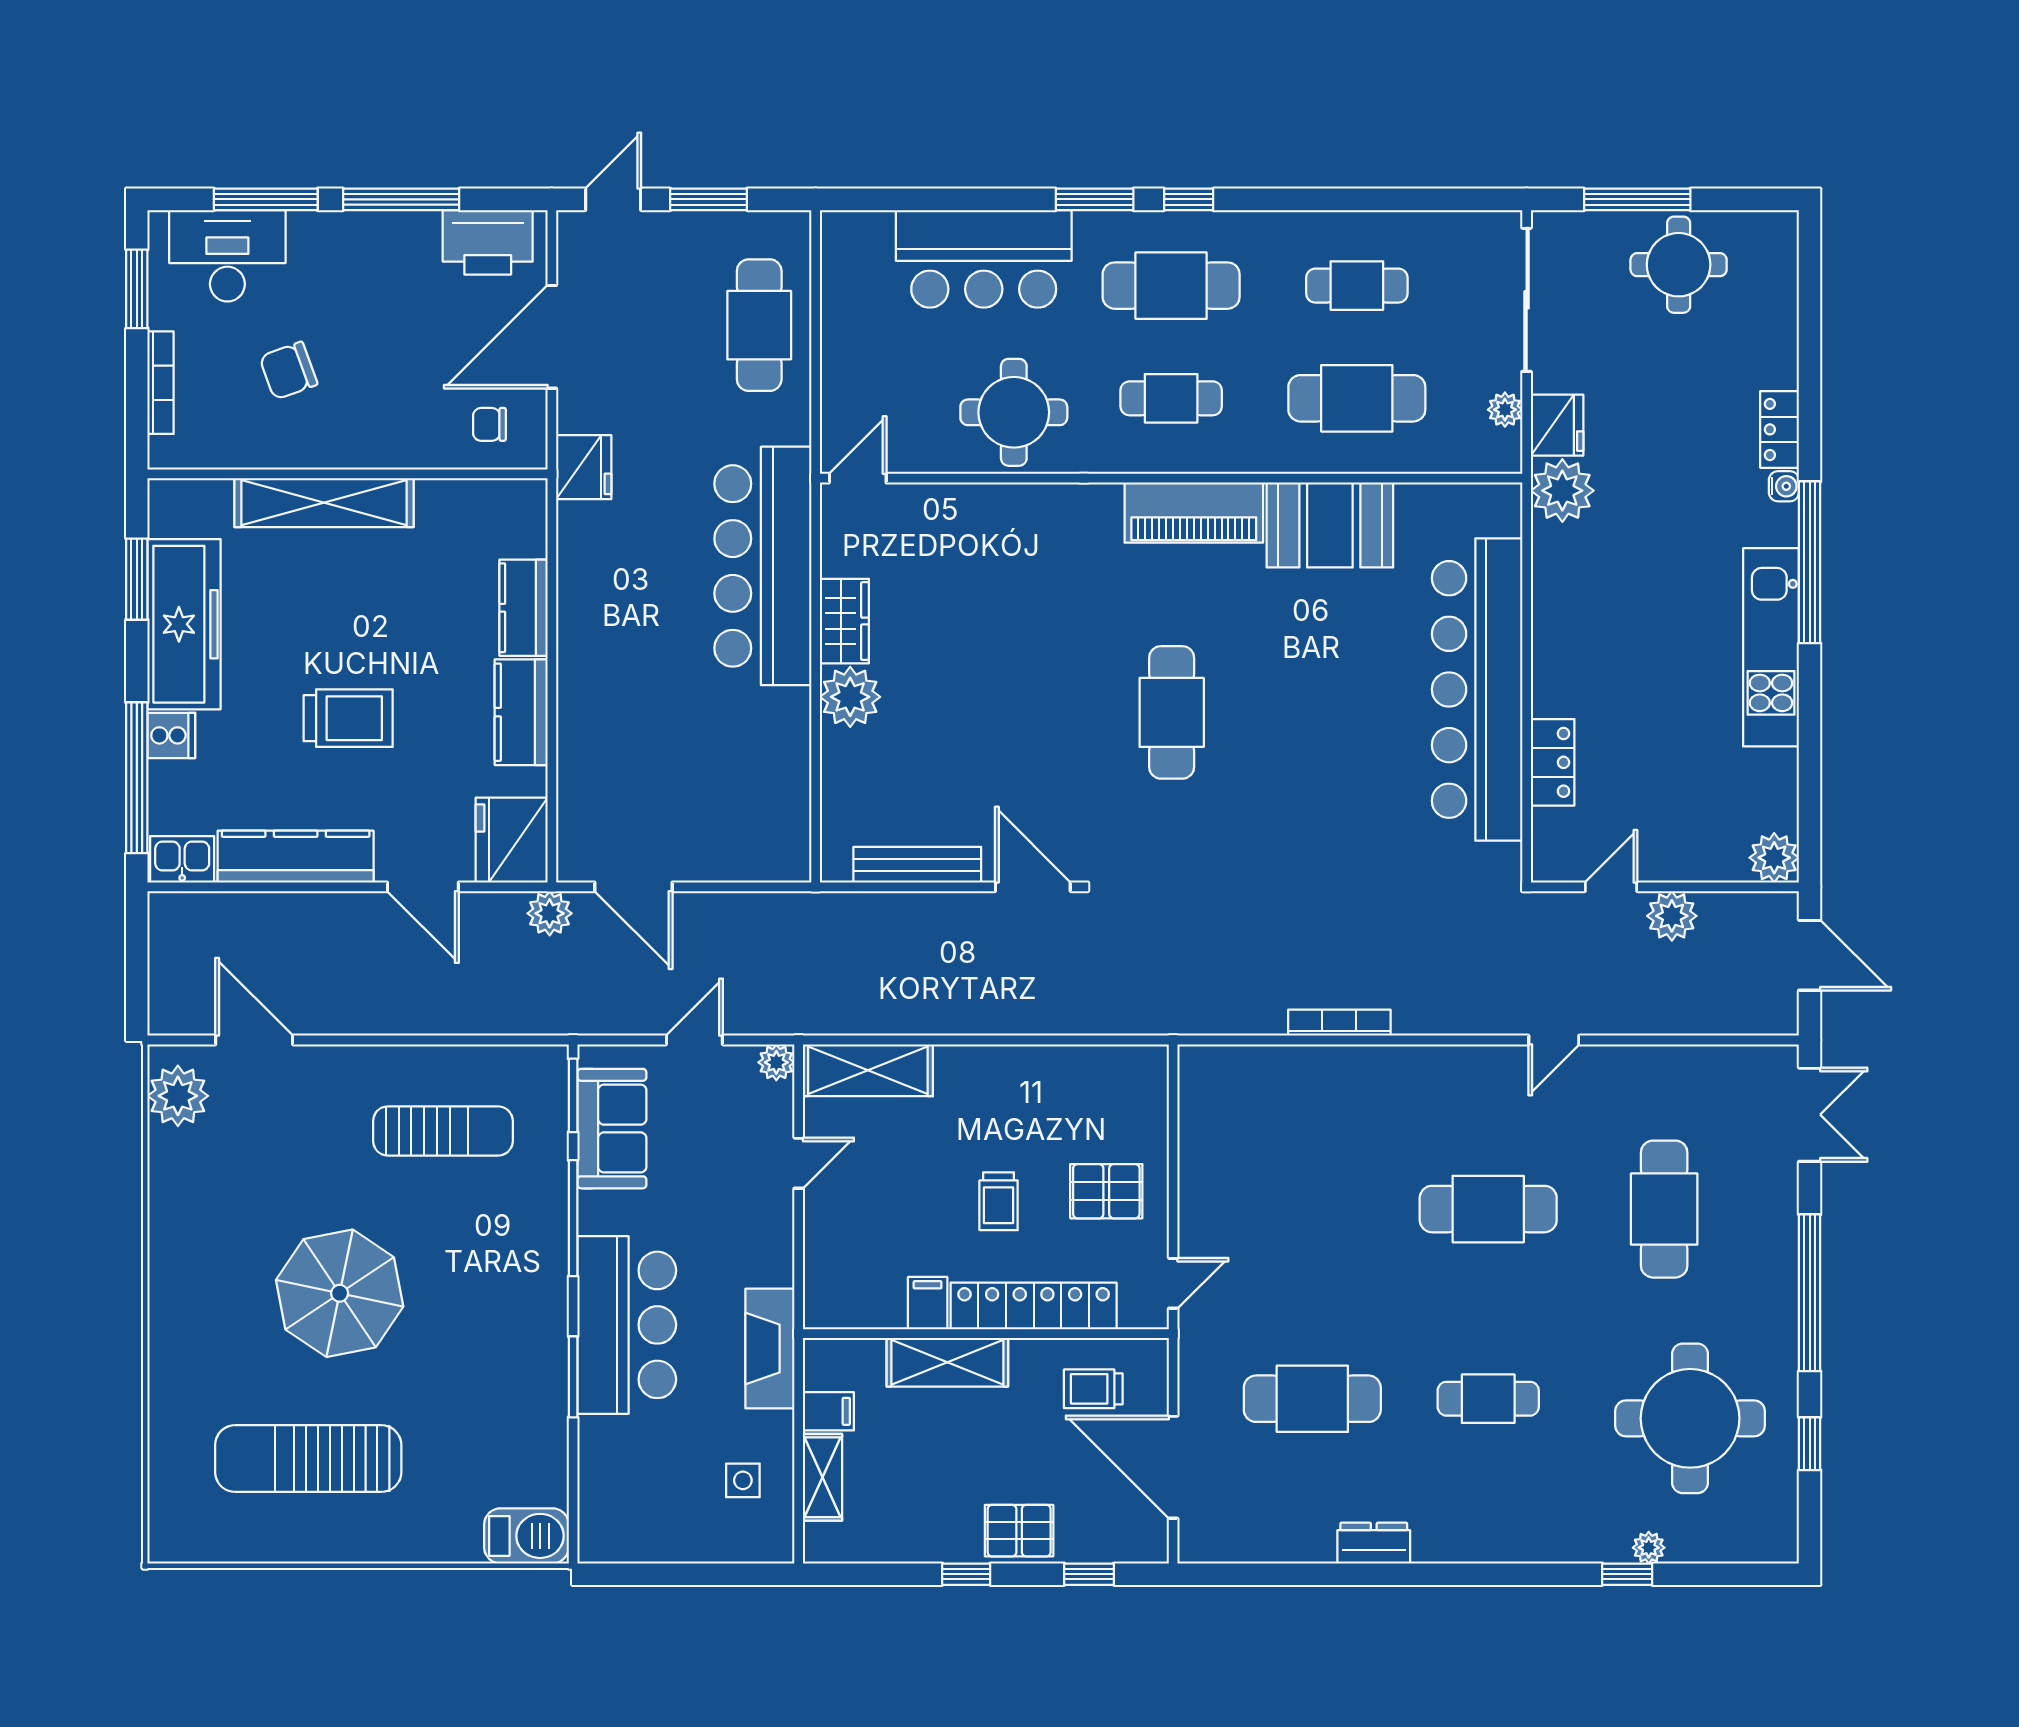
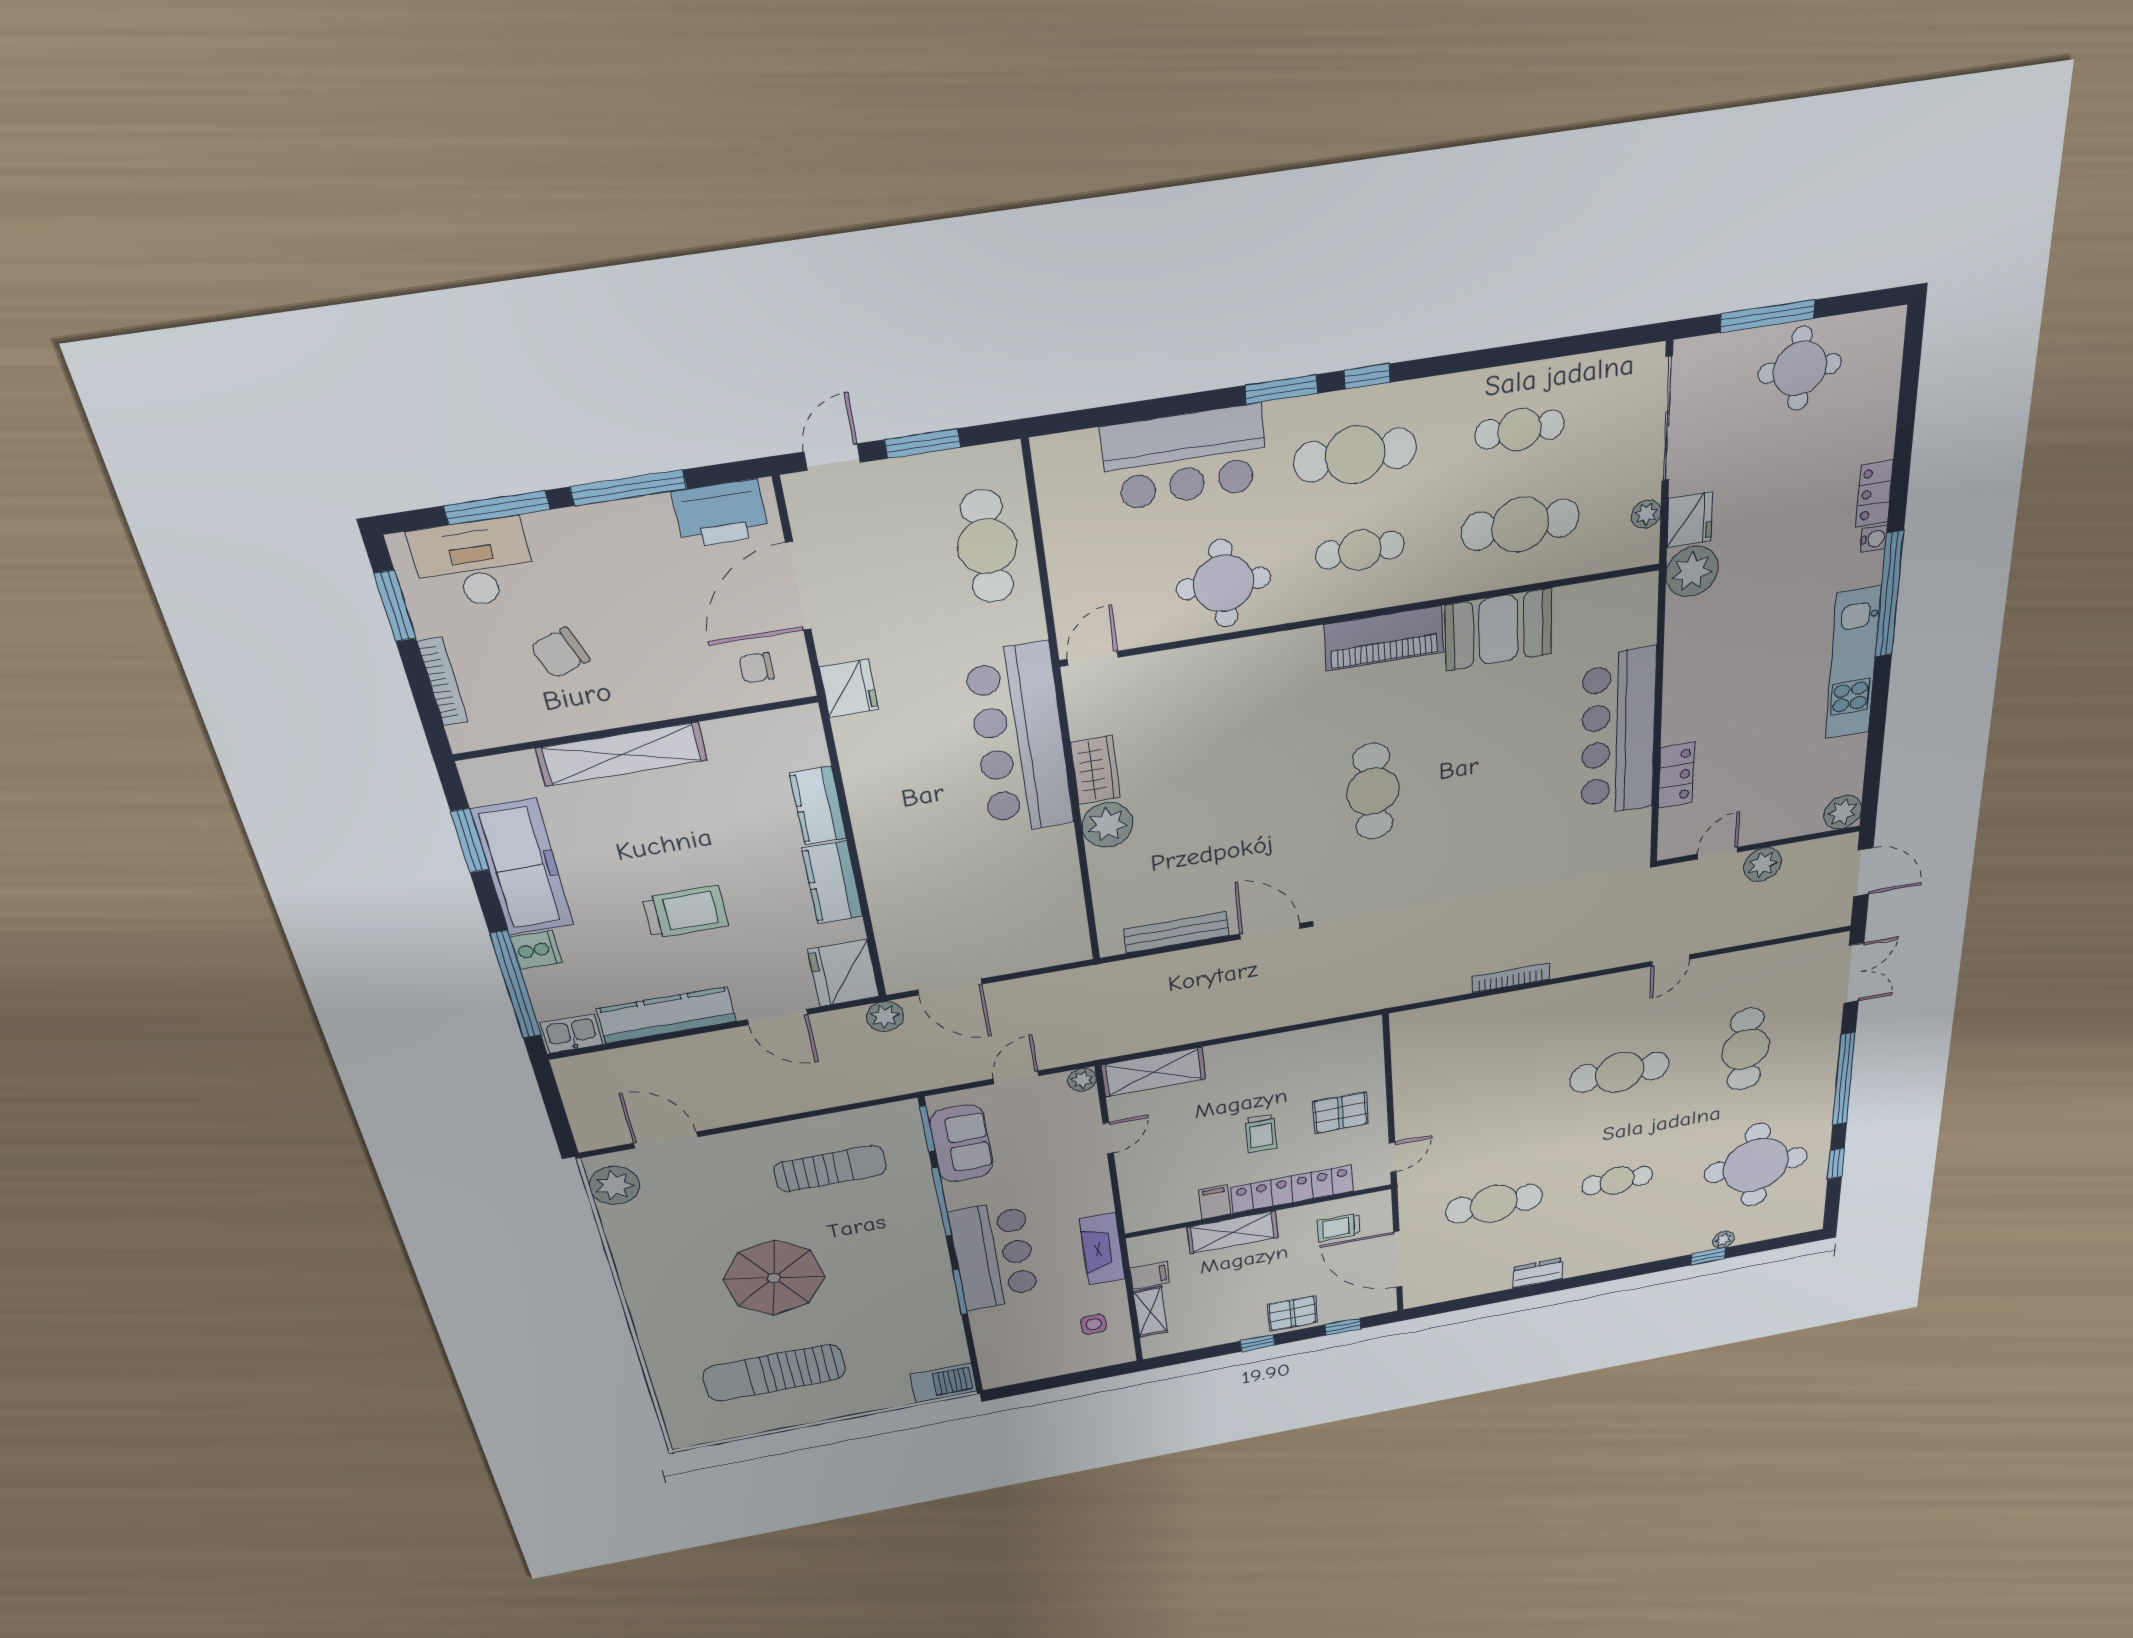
bar counter: (1477, 689) -> (1618, 733), width x0.73

